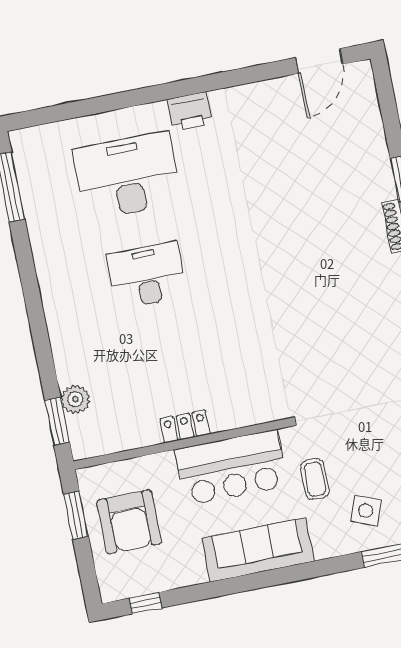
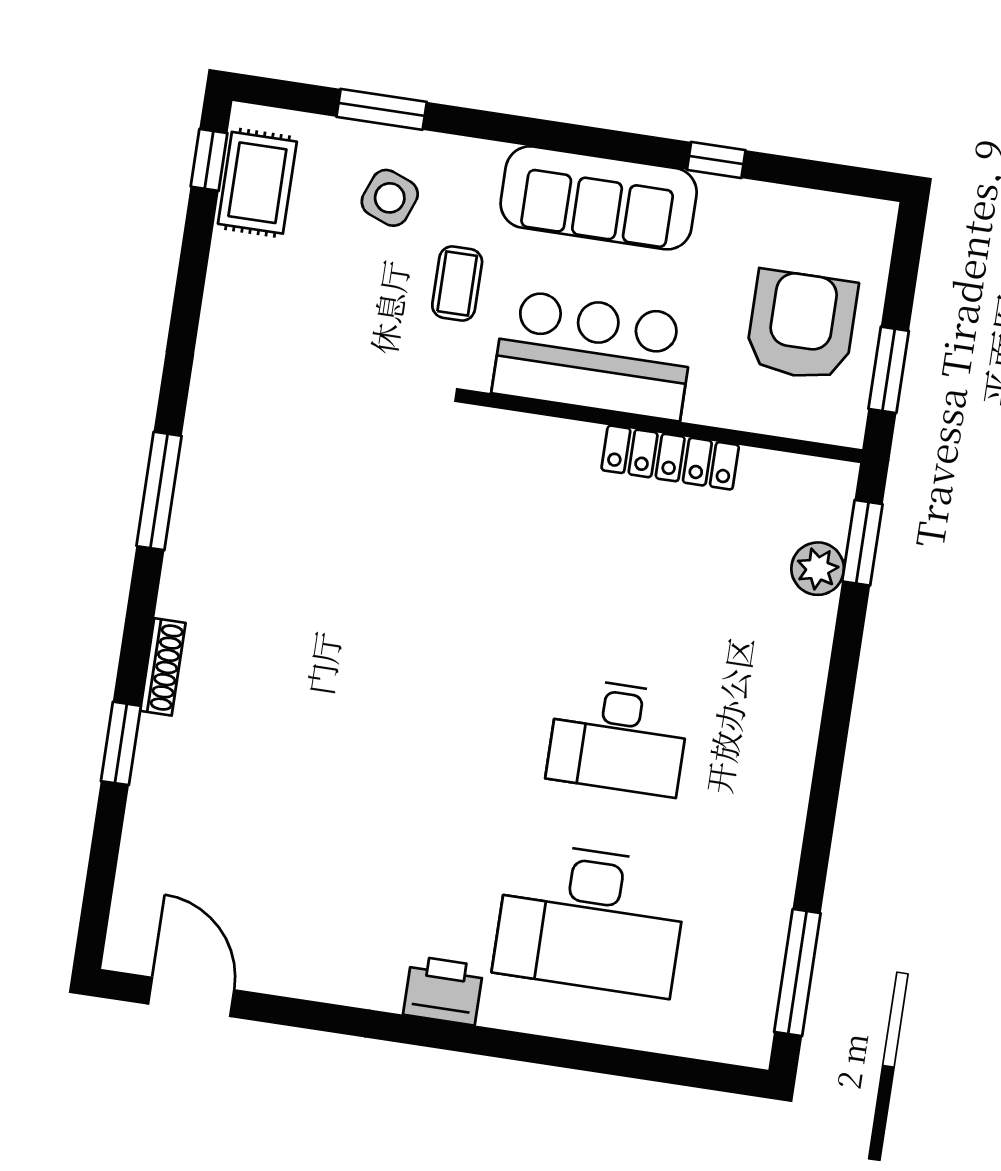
door: (319, 61) -> (191, 997), hinge flipped
locker: (185, 427) -> (670, 458), width x1.53
window: (146, 603) -> (716, 160), moved

